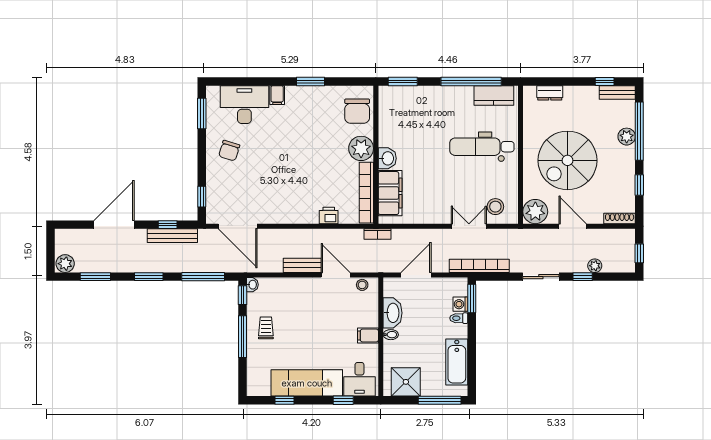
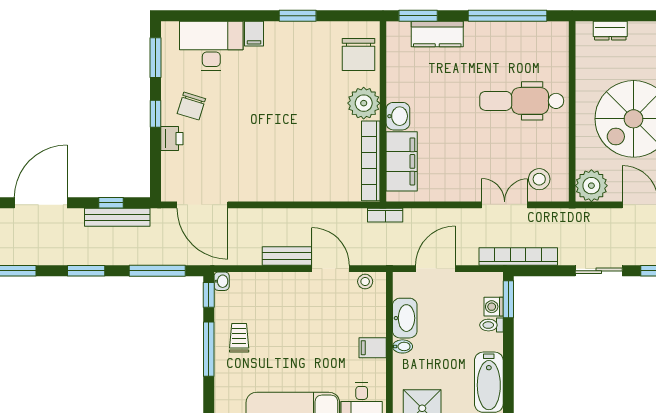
kitchen counter: (494, 95) -> (437, 34), moved
window: (202, 197) -> (156, 114), moved
printer: (329, 215) -> (172, 139), moved, turned 90

